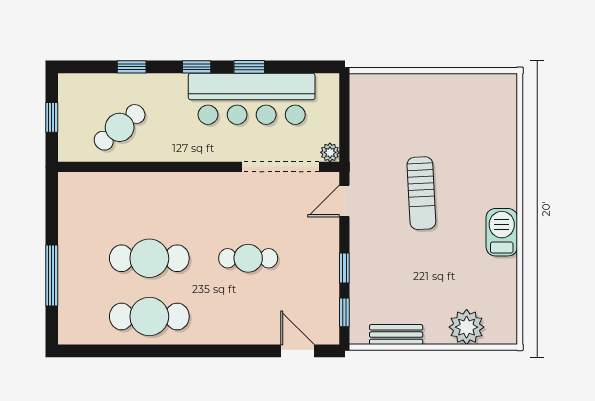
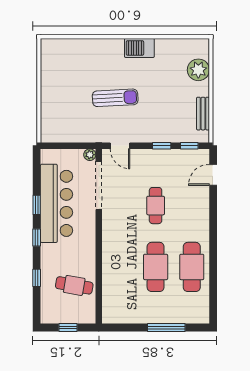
cafe table: (120, 127) -> (74, 285), turned -40

